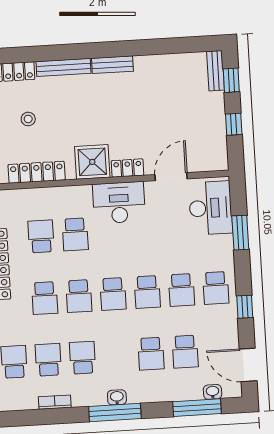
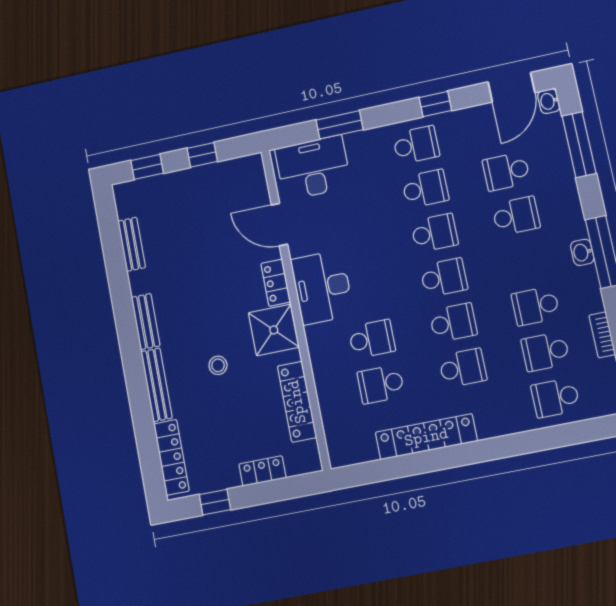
bench: (215, 71) -> (132, 244), moved, turned 90
stool: (28, 119) -> (218, 365), moved
school desk: (185, 352) -> (506, 172), turned 180
washbasin: (213, 392) -> (549, 101), moved

